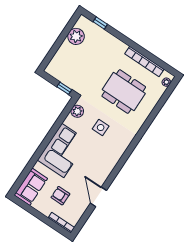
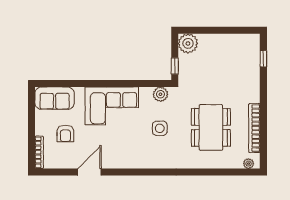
plant: (76, 36) -> (188, 43), moved
armchair: (60, 196) -> (65, 133), turned 180

